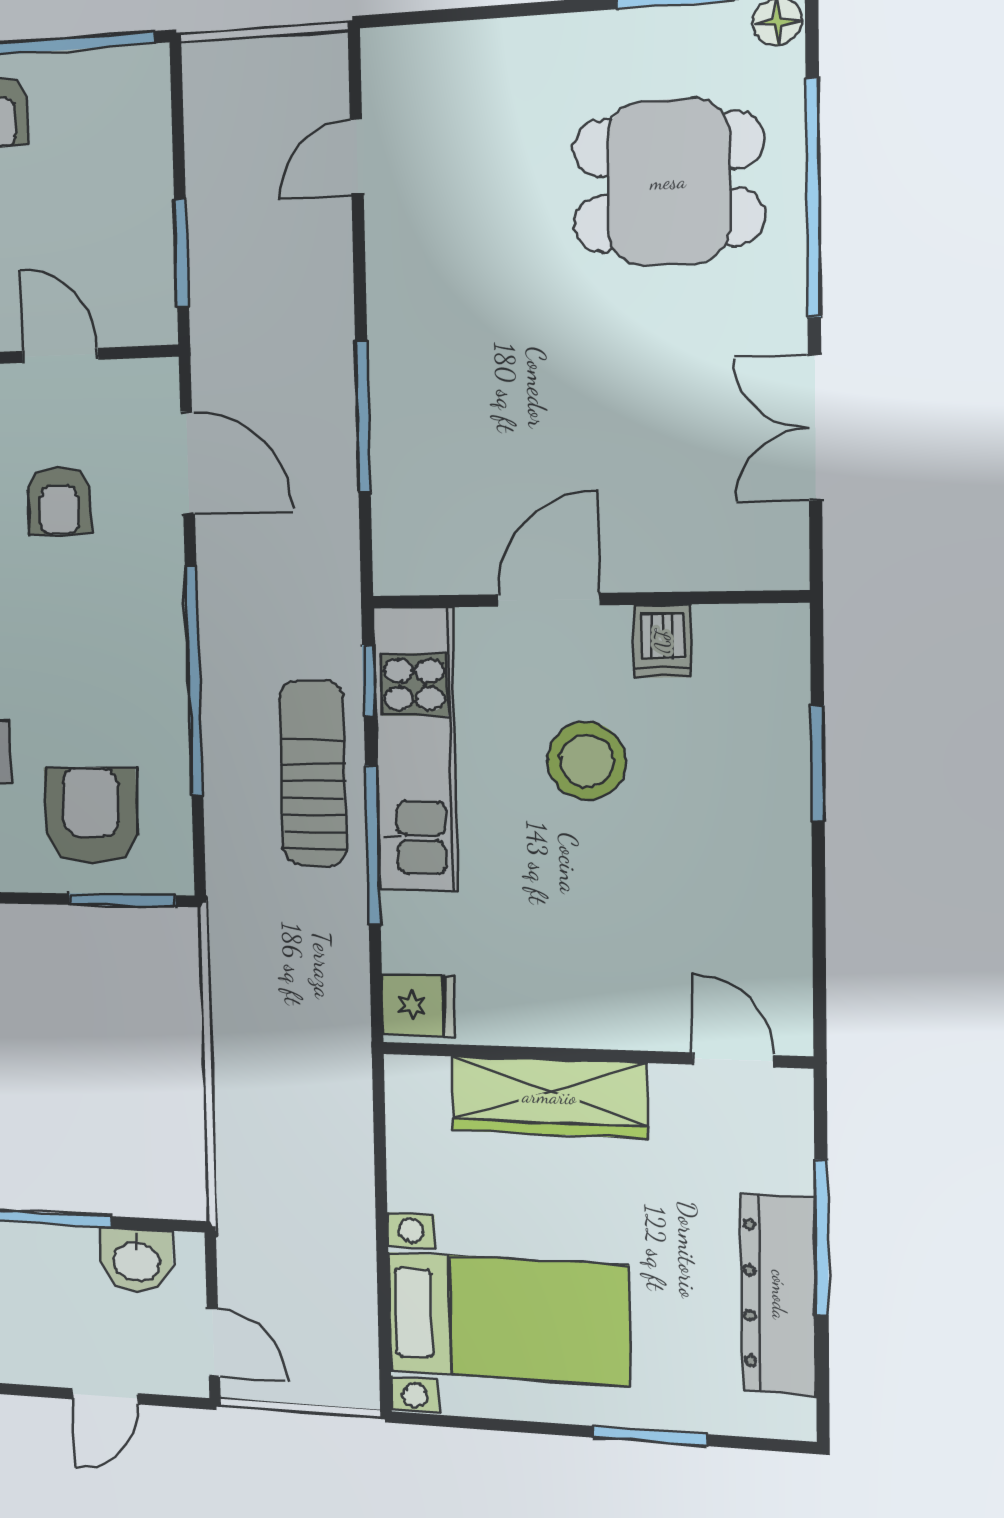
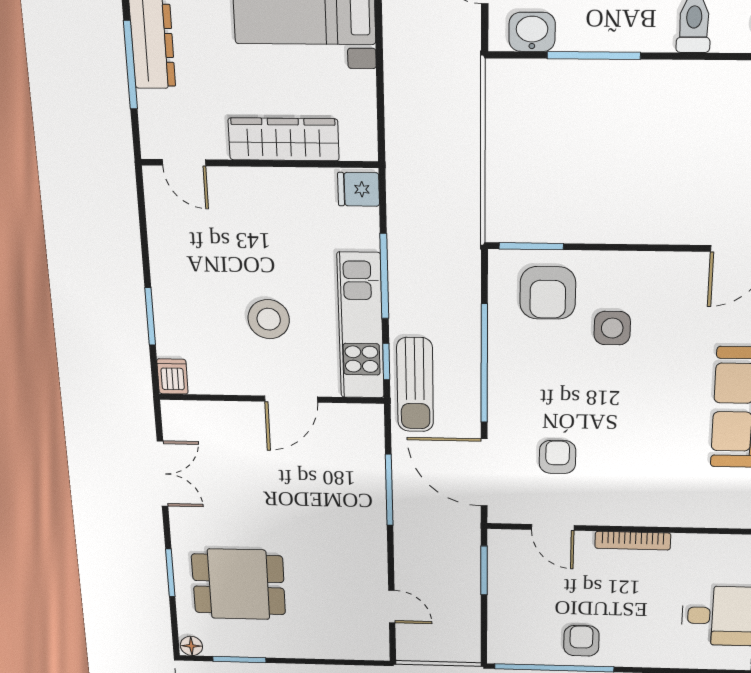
door: (357, 157) -> (392, 607), hinge flipped
window: (813, 198) -> (170, 573), width x0.47
door: (188, 463) -> (484, 473), width x1.36
dishwasher: (662, 641) -> (172, 376), moved
sun lounger: (313, 773) -> (415, 385), moved

